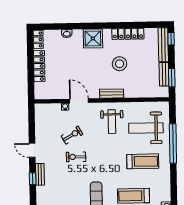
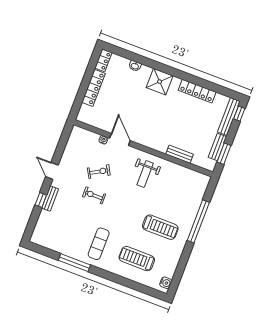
stool: (120, 64) -> (176, 118), removed
bench: (112, 94) -> (180, 154), moved
weight bench: (146, 128) -> (177, 195), removed

